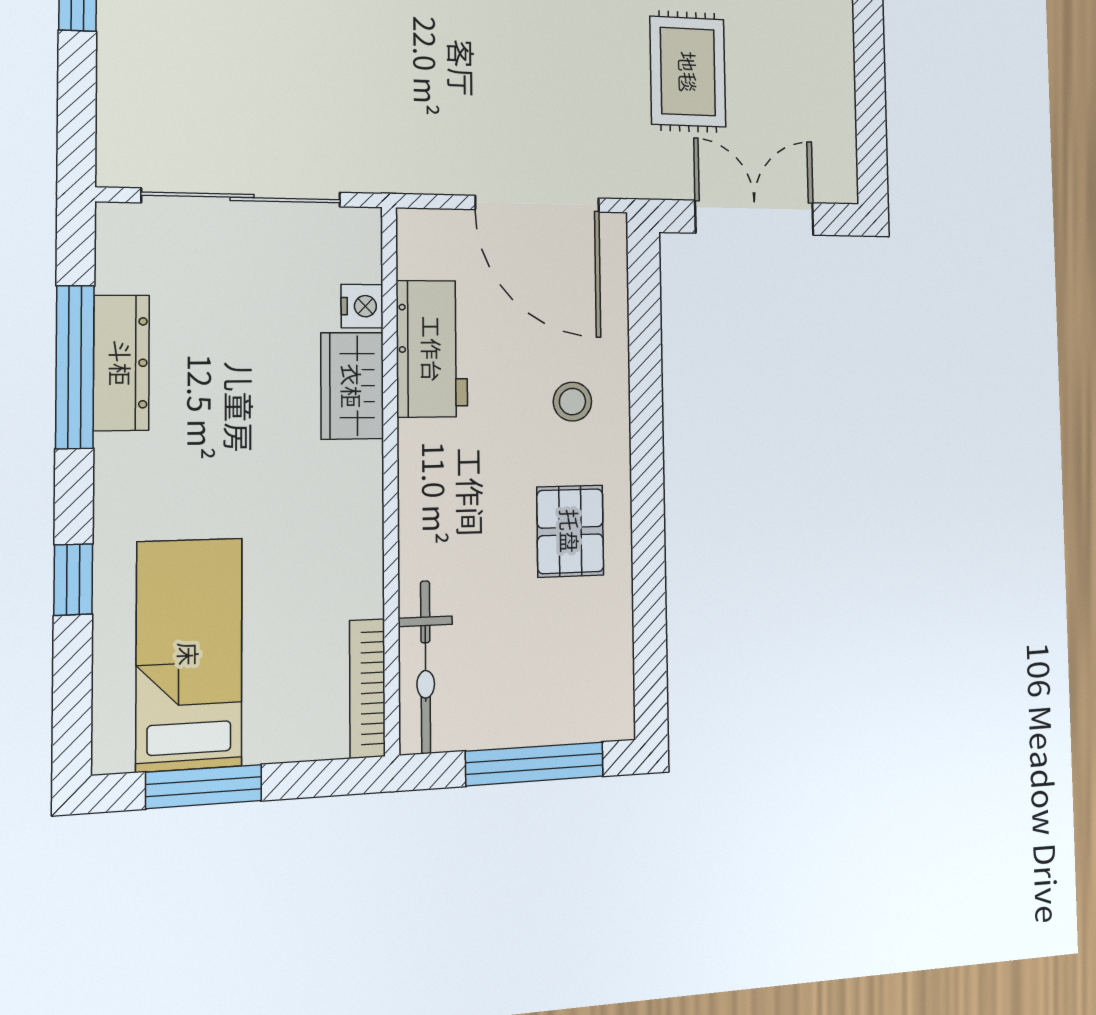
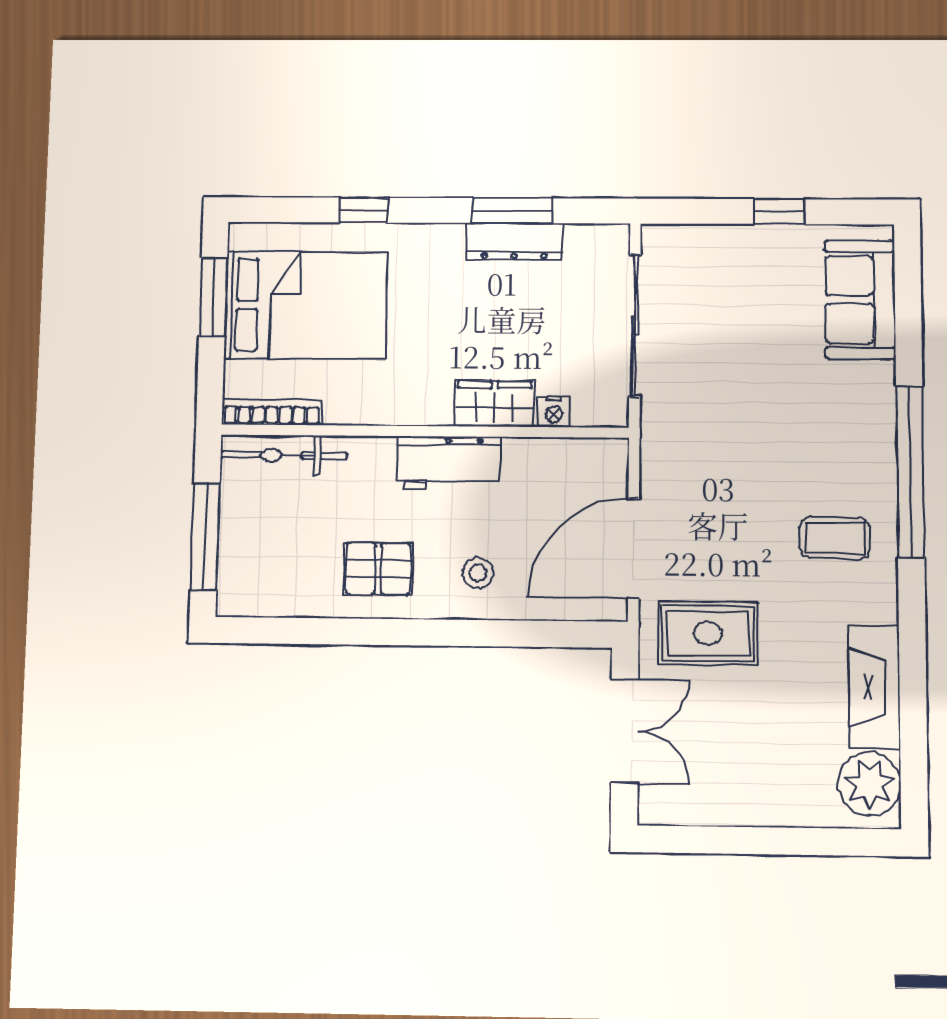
rug: (688, 72) -> (708, 633), moved
workbench: (432, 349) -> (449, 463), moved
window: (75, 367) -> (512, 211), width x0.69
bed: (189, 654) -> (306, 305), width x1.50

